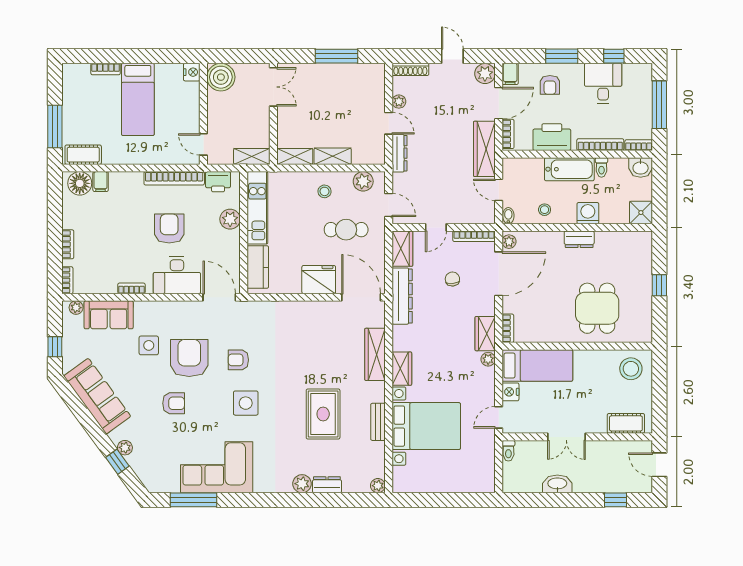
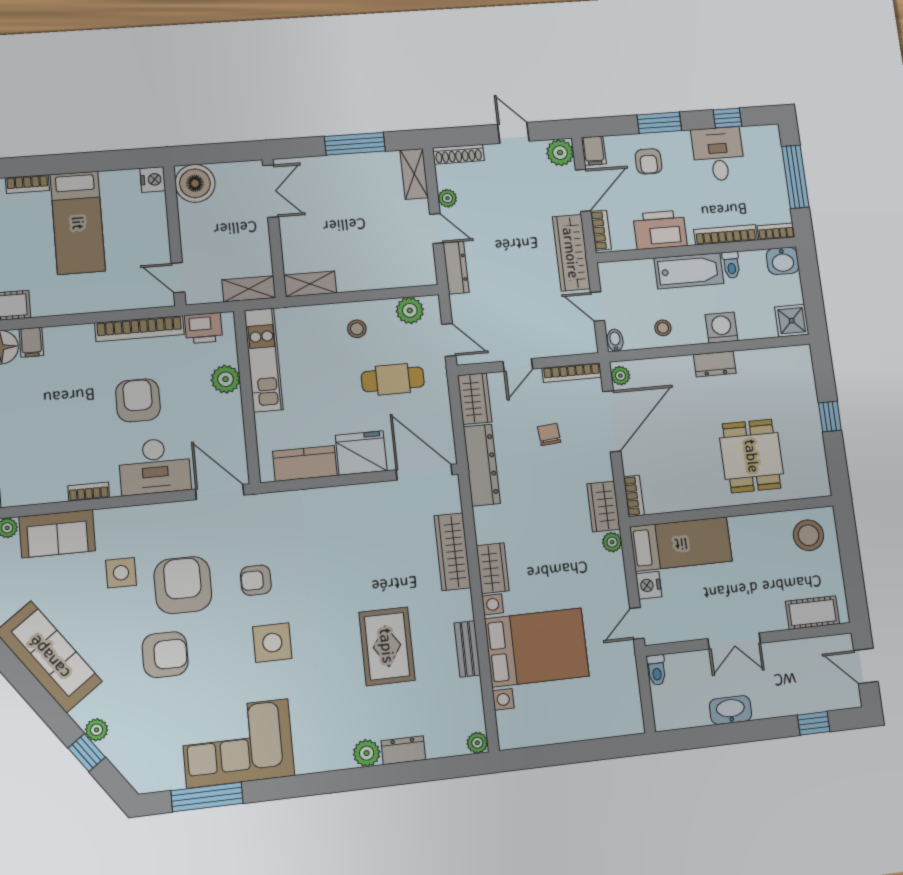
shelving: (333, 156) -> (414, 174), moved, turned 90
kitchen counter: (258, 267) -> (305, 463), moved, turned -90
armchair: (174, 403) -> (165, 655), width x1.38, depth x1.38

